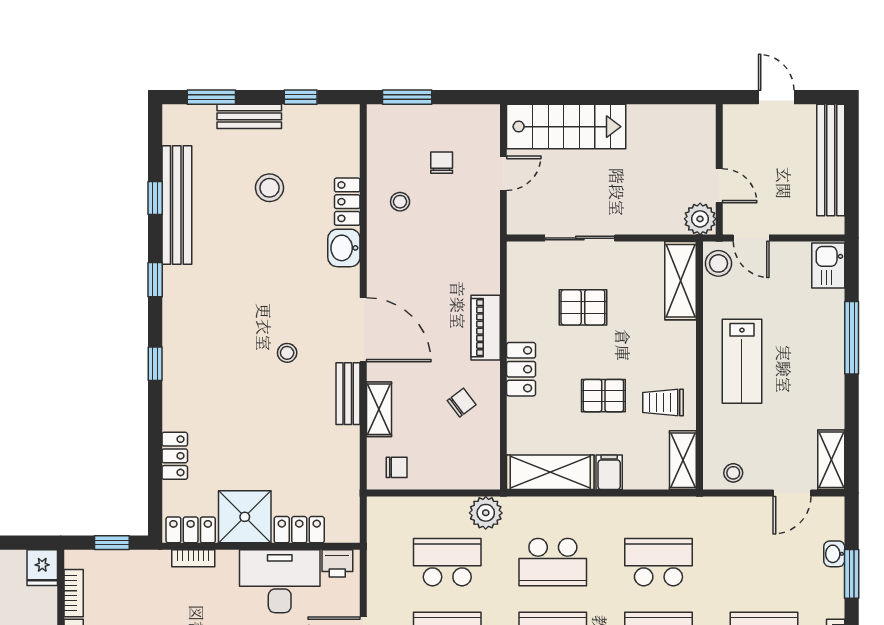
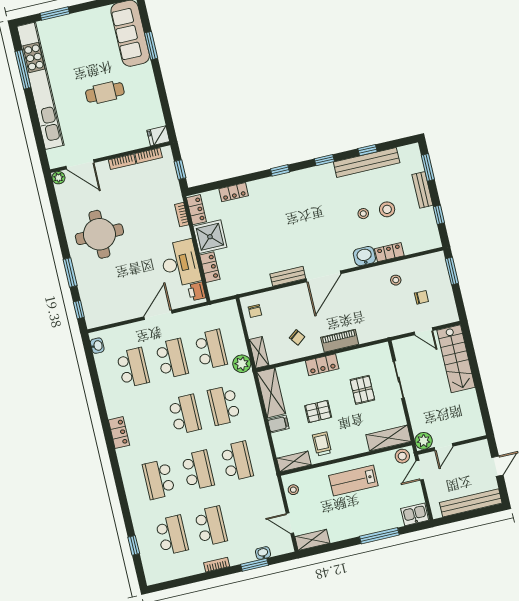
stool: (287, 353) -> (363, 214), moved
pallet: (603, 396) -> (318, 411), turned 90
shelving: (379, 409) -> (259, 352), moved, turned 90

